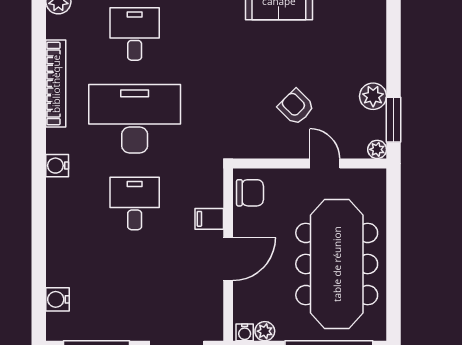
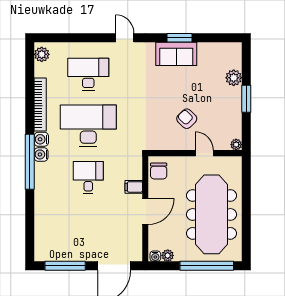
desk: (135, 34) -> (88, 74), width x1.37
plant: (373, 96) -> (234, 78), moved
window: (394, 120) -> (246, 99), moved
window: (39, 177) -> (30, 162), added
chair: (250, 193) -> (159, 171), turned 90
water cooler: (58, 299) -> (41, 139), moved

